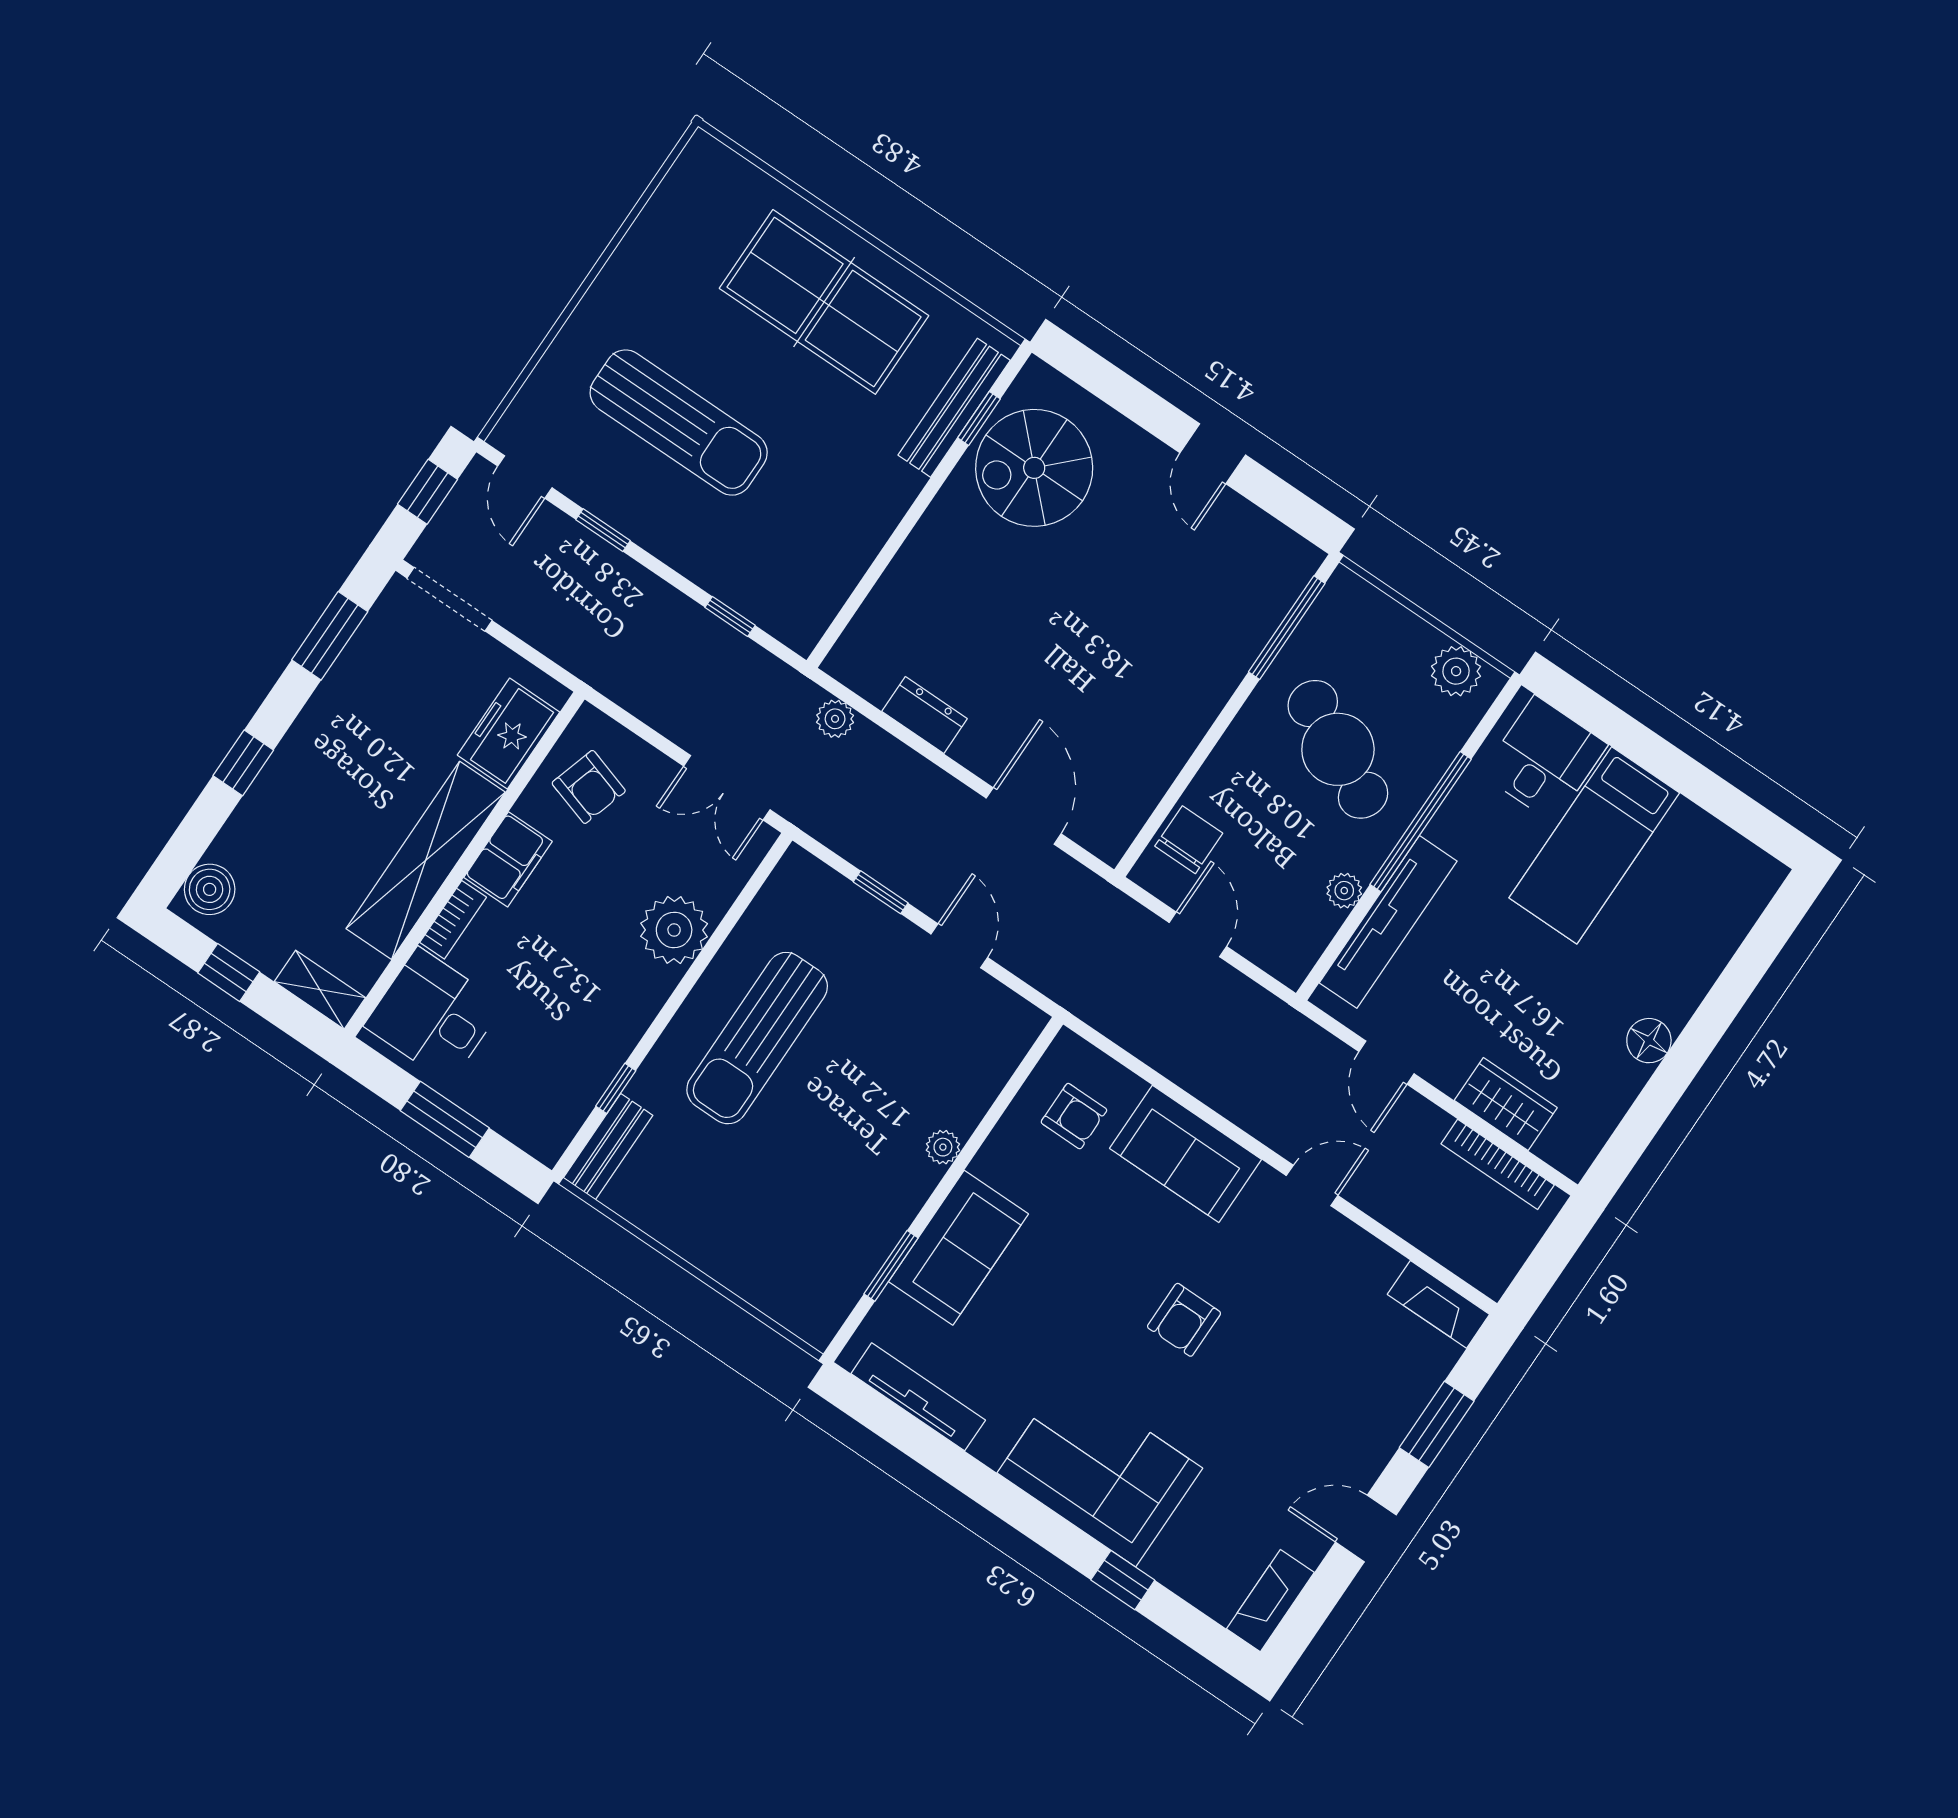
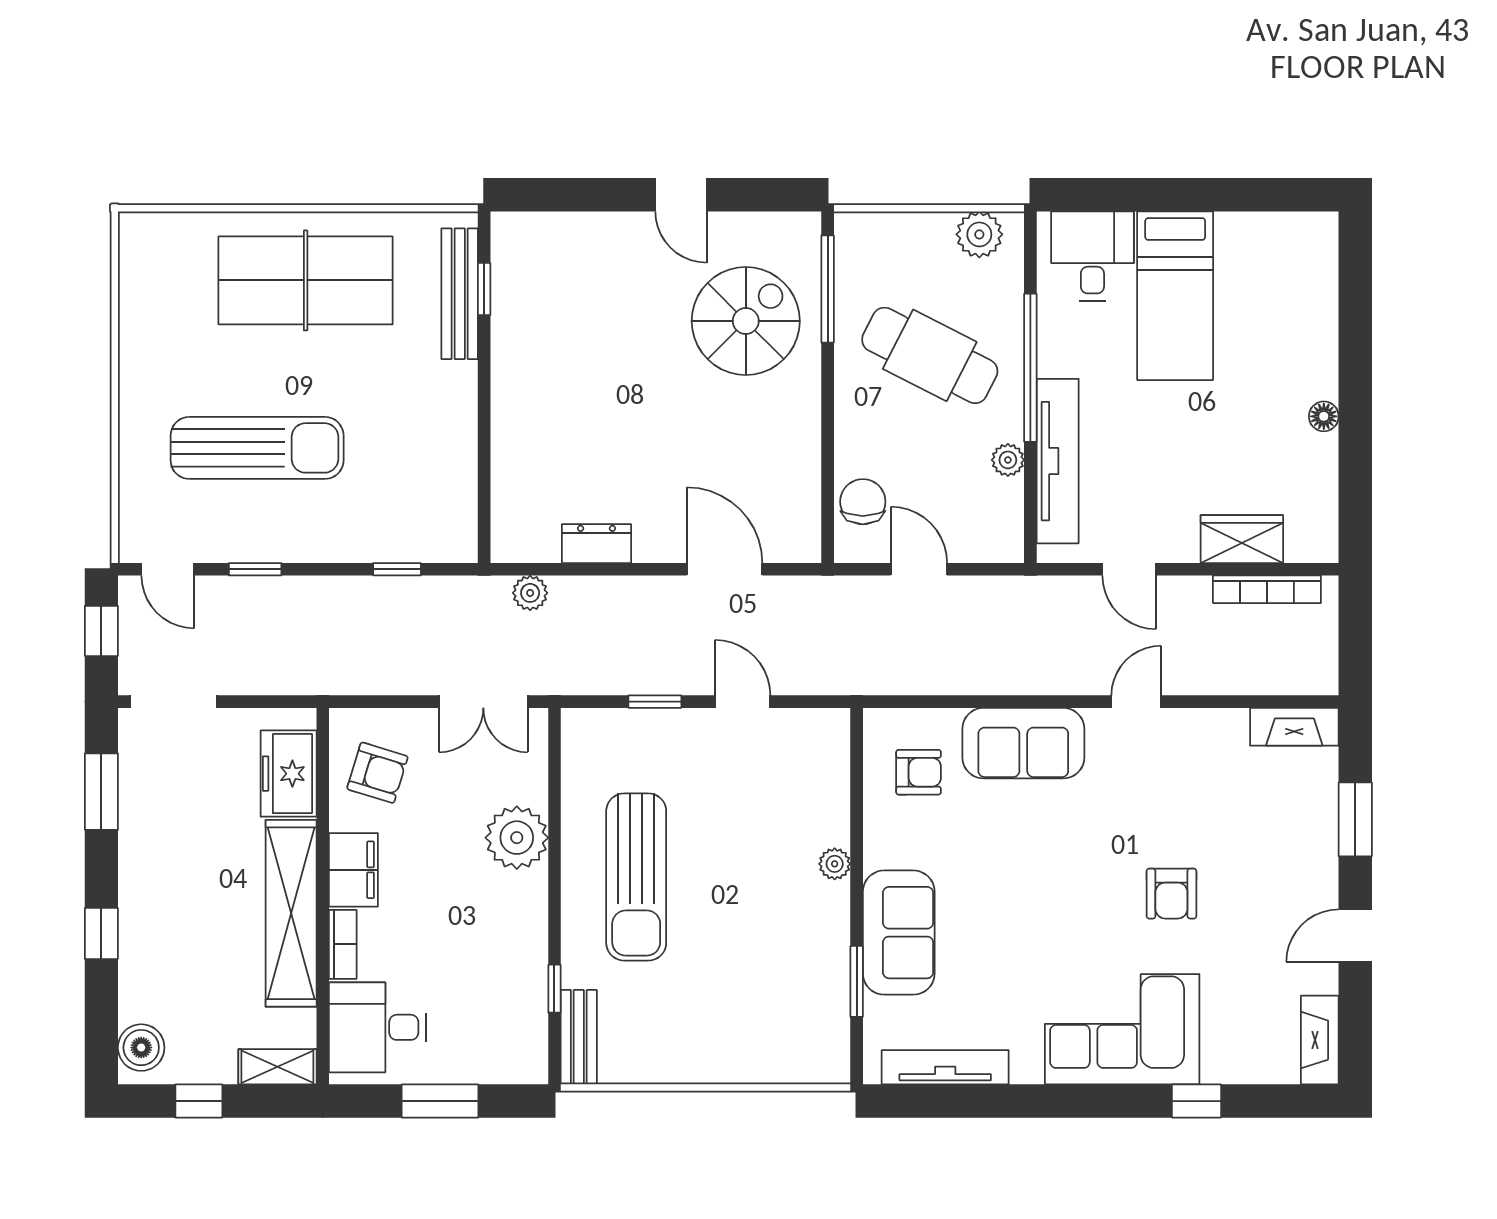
spiral stairs: (1034, 468) -> (746, 321), moved, turned 180
floor lamp: (1649, 1041) -> (1324, 416), width x0.73, depth x0.73
armchair: (1184, 1320) -> (1171, 894), moved

